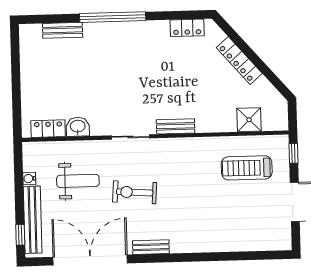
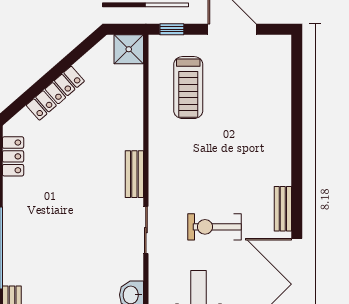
shower: (249, 120) -> (129, 49), moved
exercise bike: (135, 192) -> (215, 227), turned 86

